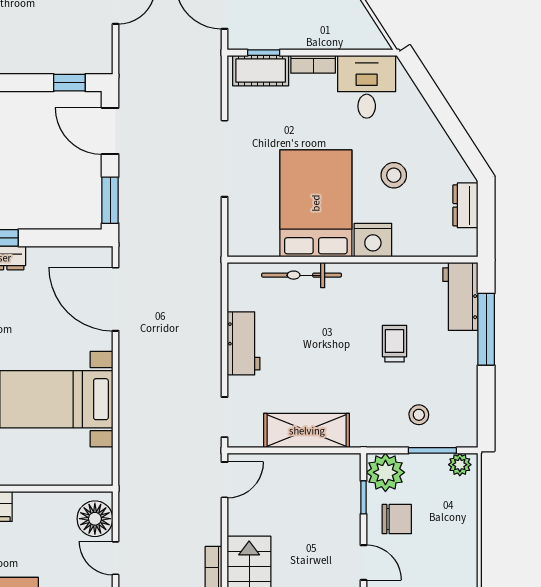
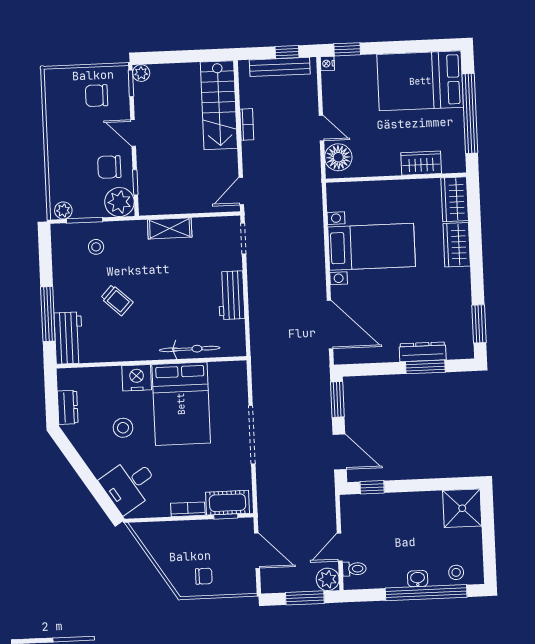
desk: (367, 87) -> (130, 485), moved, turned 57
trolley: (395, 344) -> (117, 300), turned -47
shelving: (307, 431) -> (170, 228), width x0.67, depth x0.75

